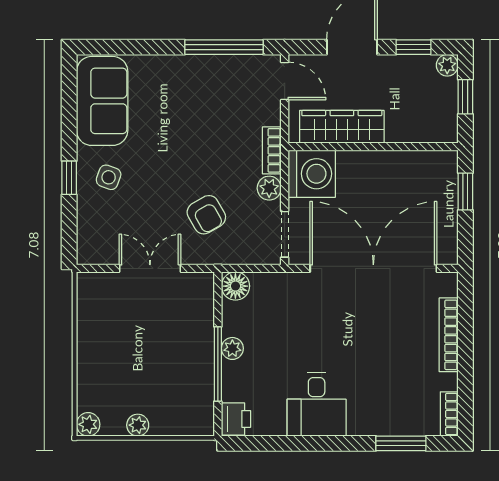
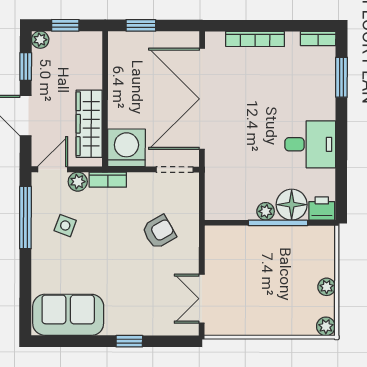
side table: (109, 177) -> (65, 226), moved
plant: (269, 188) -> (78, 182), moved
double door: (150, 268) -> (202, 299), moved
floor lamp: (235, 286) -> (292, 205), moved, width x1.38, depth x1.38

